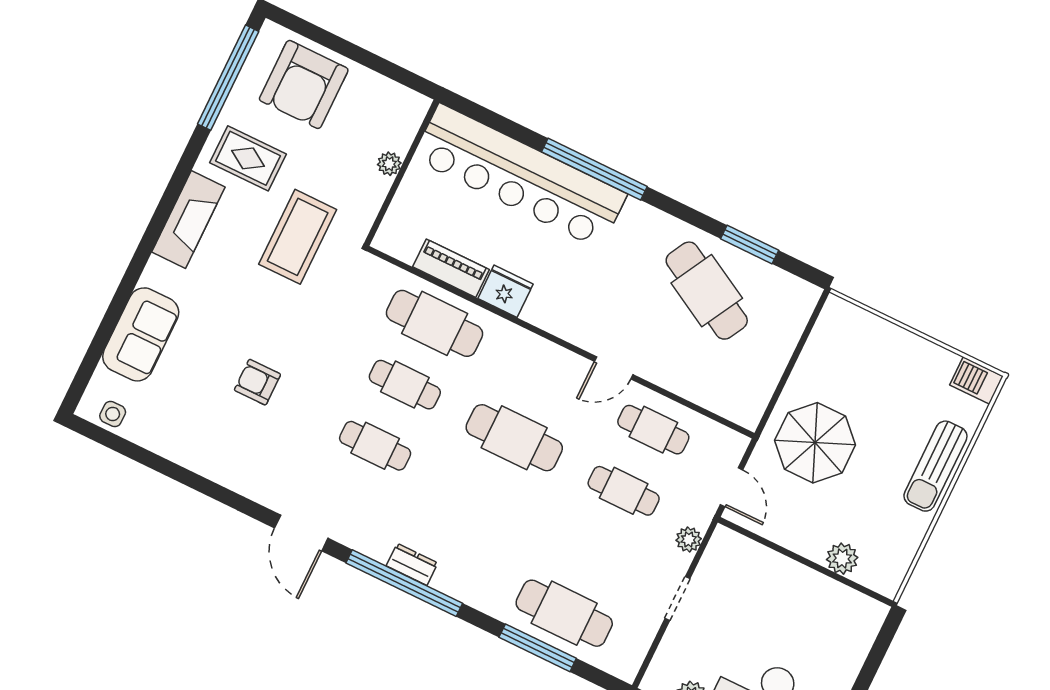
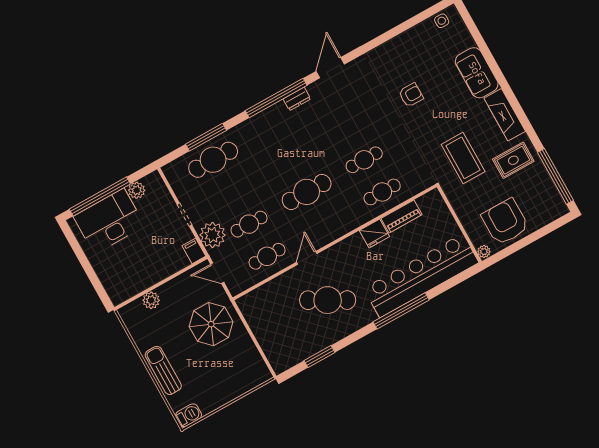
armchair: (304, 84) -> (505, 222), moved
plant: (389, 164) -> (484, 251), moved
cafe table: (707, 291) -> (328, 300), moved
cafe table: (435, 323) -> (382, 192), width x0.73, depth x0.74
sofa: (141, 334) -> (477, 73), moved
cafe table: (375, 446) -> (346, 128), removed
door: (301, 533) -> (330, 68), hinge flipped
plant: (689, 539) -> (212, 235), width x1.87, depth x1.87
filing cabinet: (722, 546) -> (194, 251), added
dresser: (412, 564) -> (297, 99), moved

